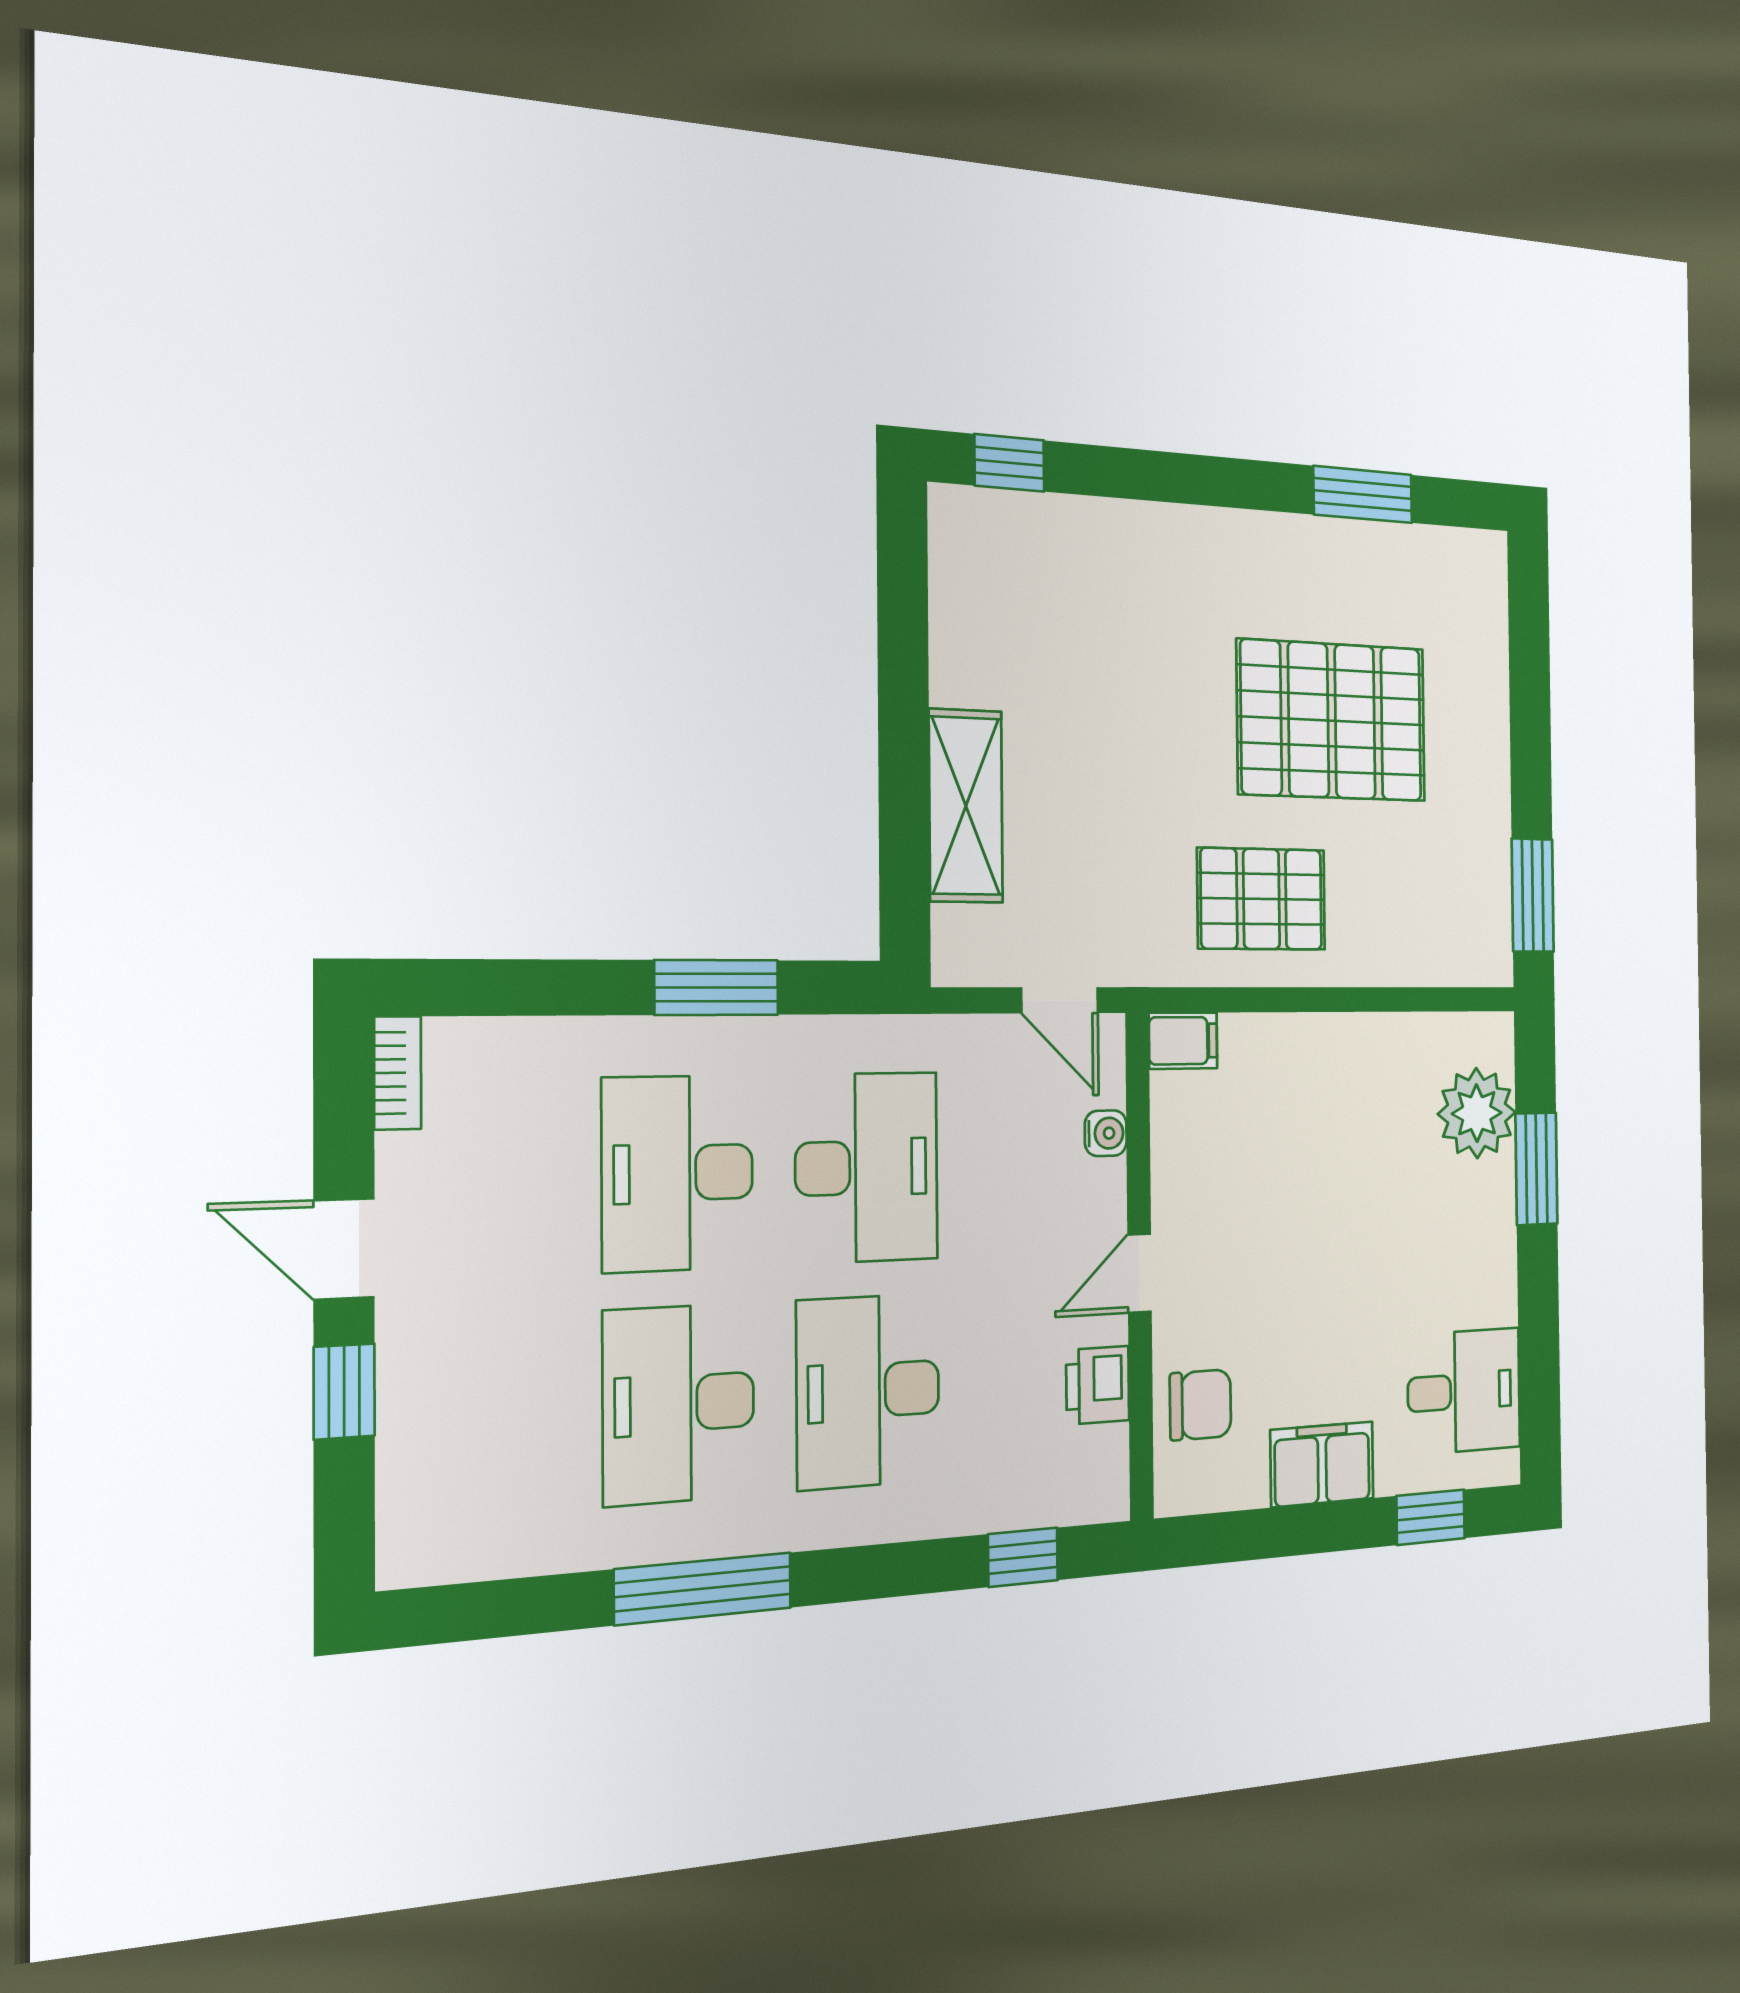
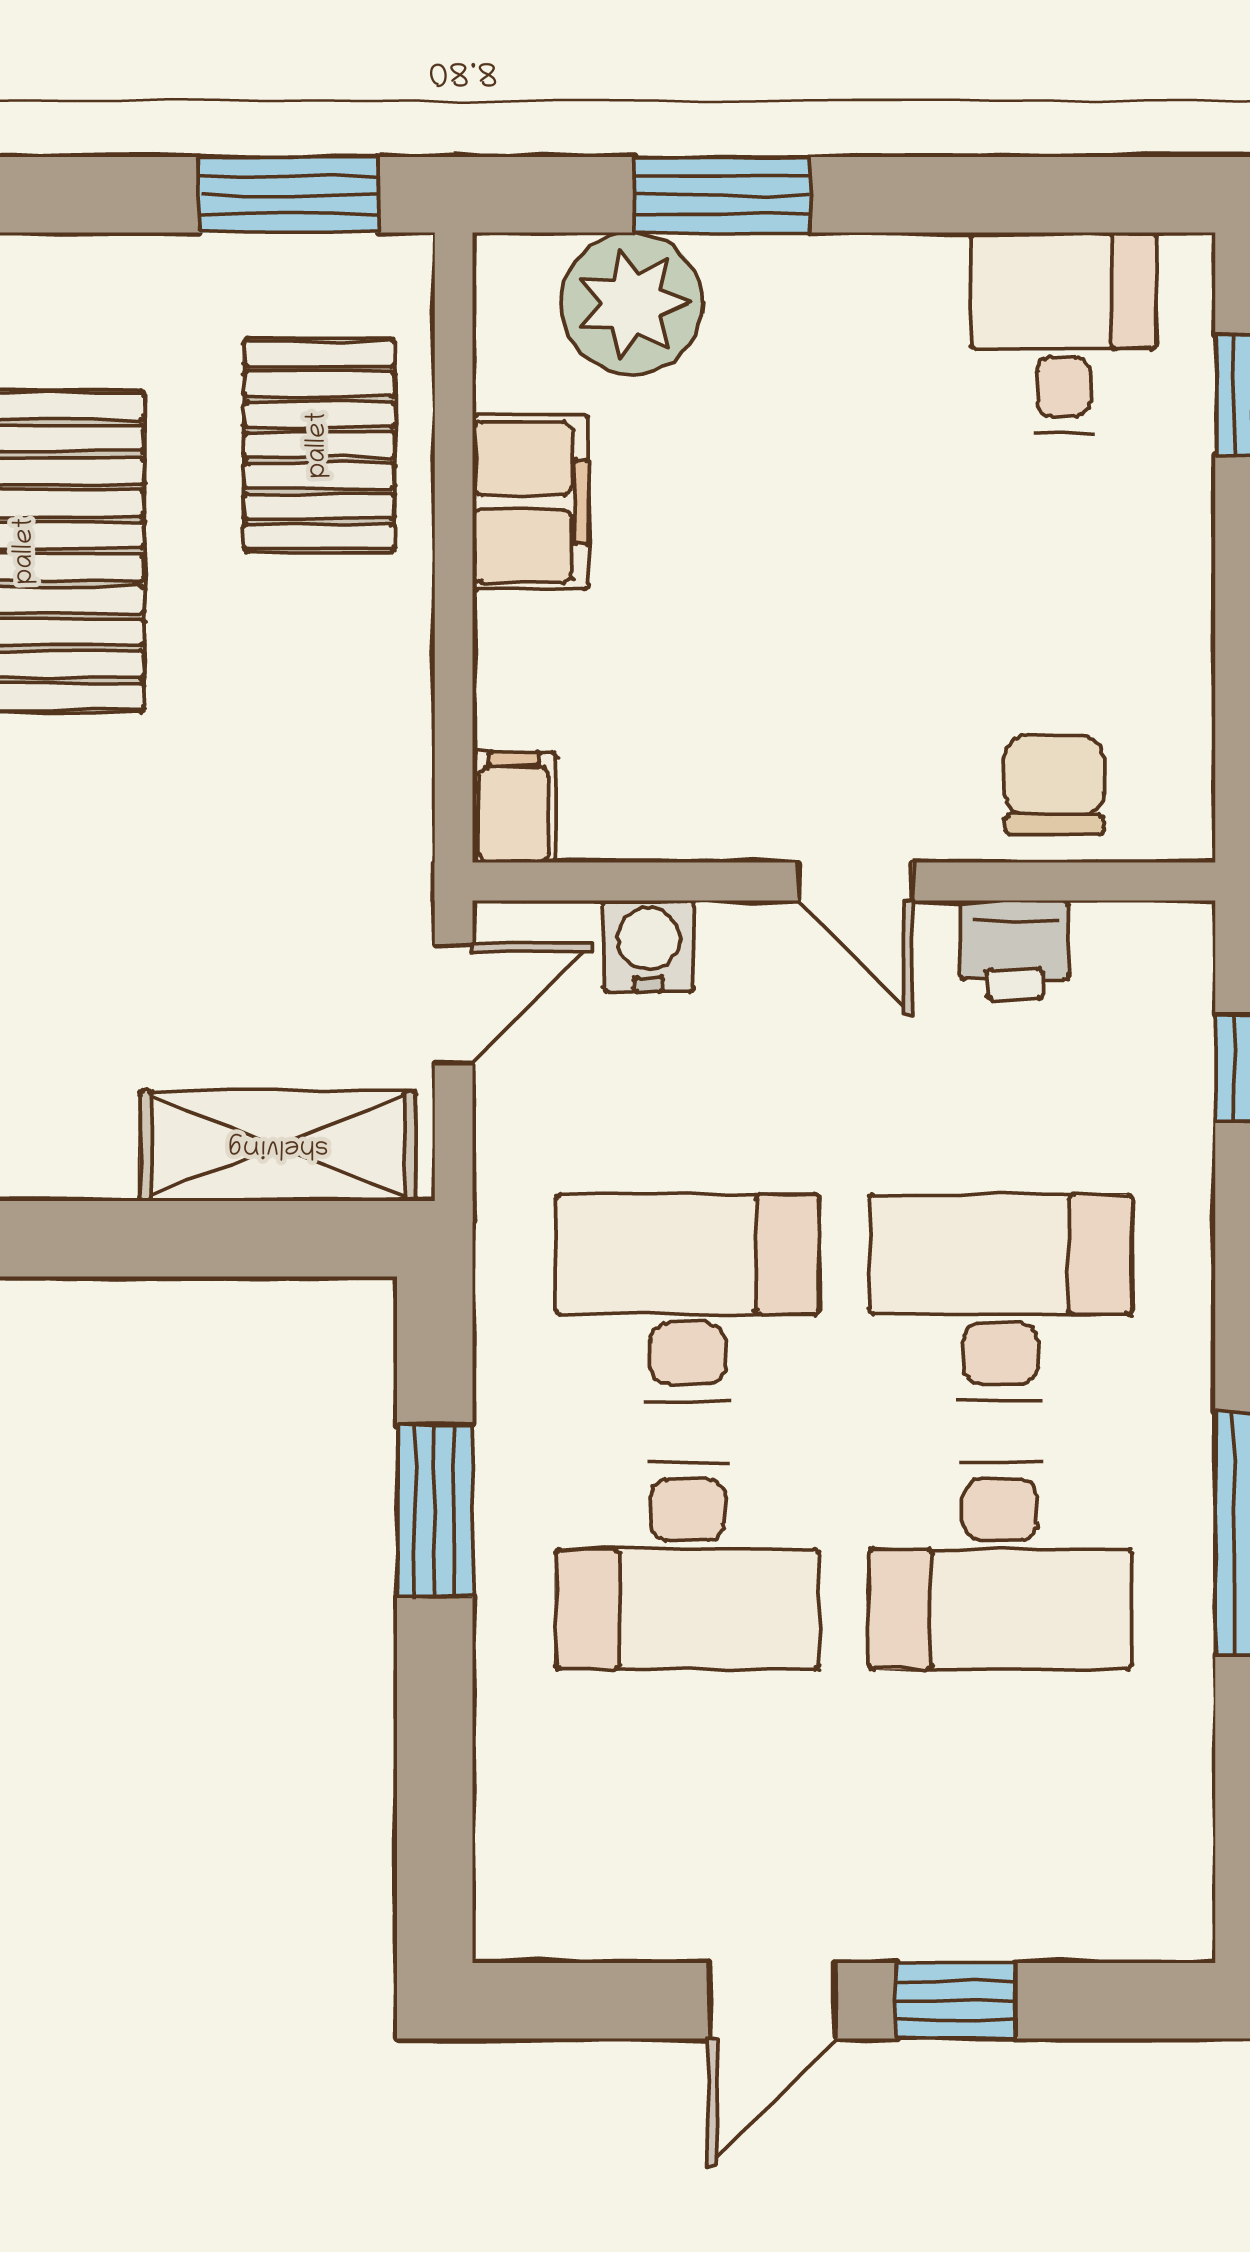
shelving: (966, 806) -> (278, 1146), moved
pallet: (1261, 899) -> (319, 445), moved
bookcase: (398, 1073) -> (546, 1934), removed
water cooler: (1106, 1133) -> (648, 946), width x1.38, depth x1.38
desk: (868, 1391) -> (1000, 1298), turned 180
filing cabinet: (1322, 1464) -> (531, 502), moved, turned 180

